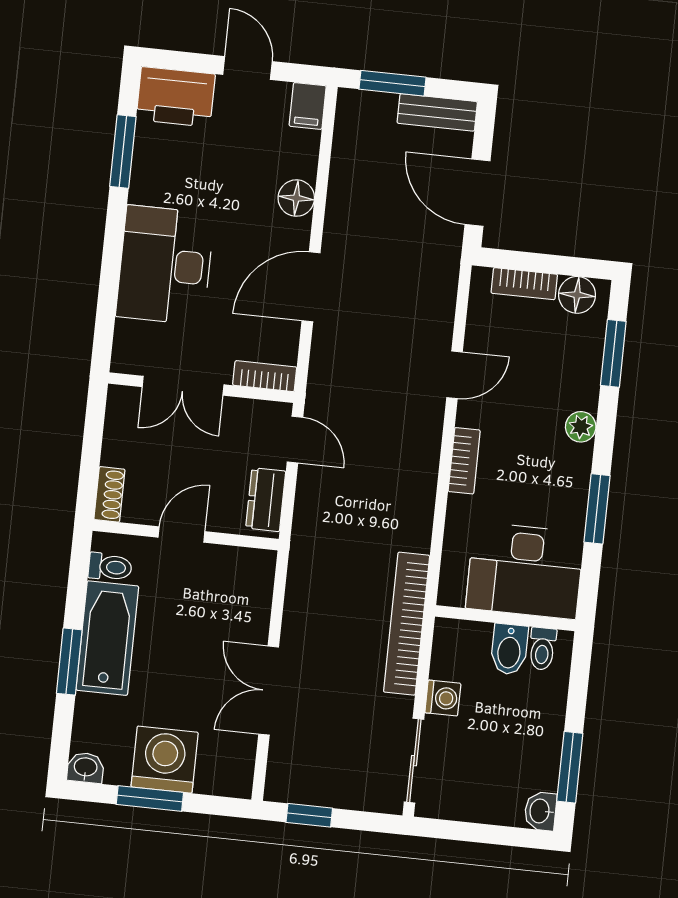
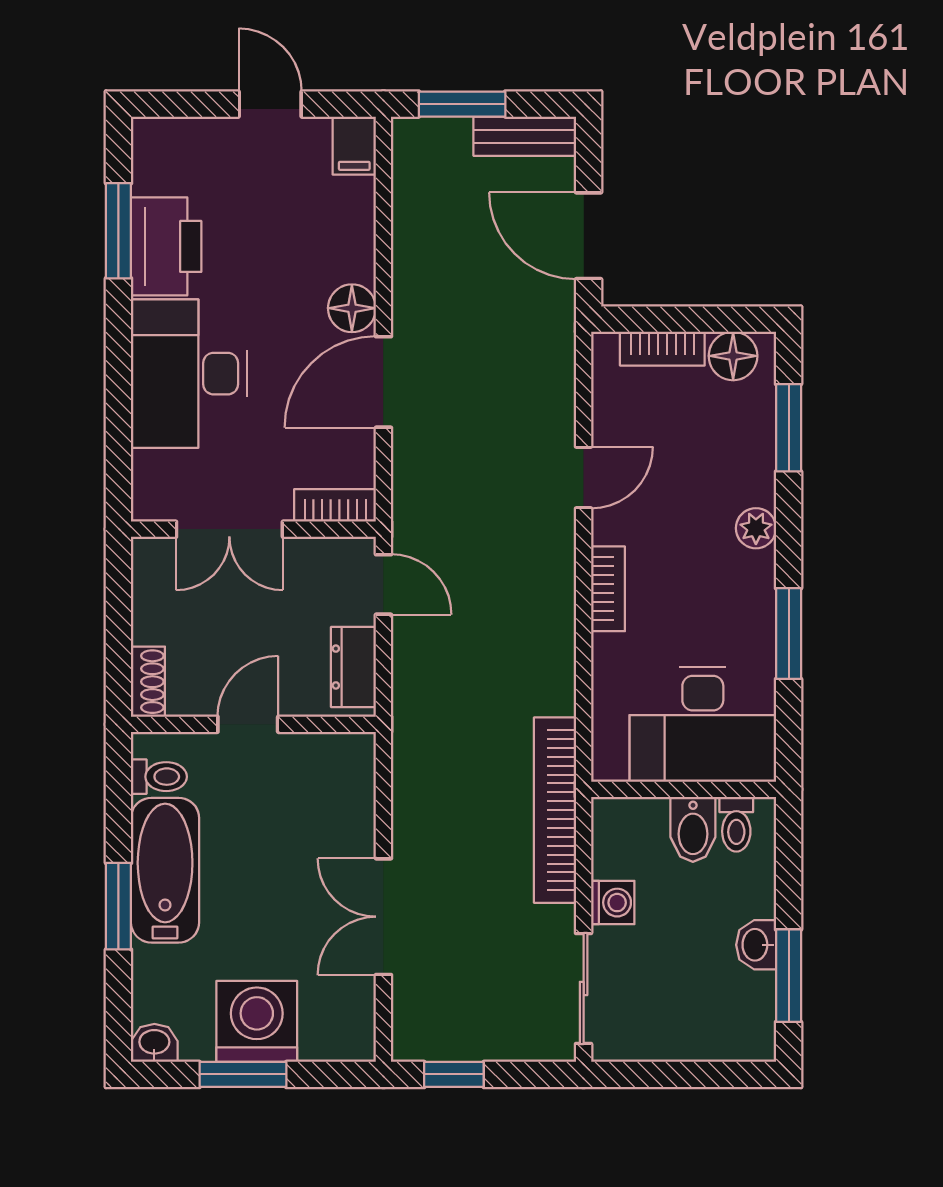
printer: (176, 97) -> (166, 246), moved, turned -90
floor lamp: (296, 198) -> (352, 308), moved
washbasin: (540, 811) -> (756, 945), moved

